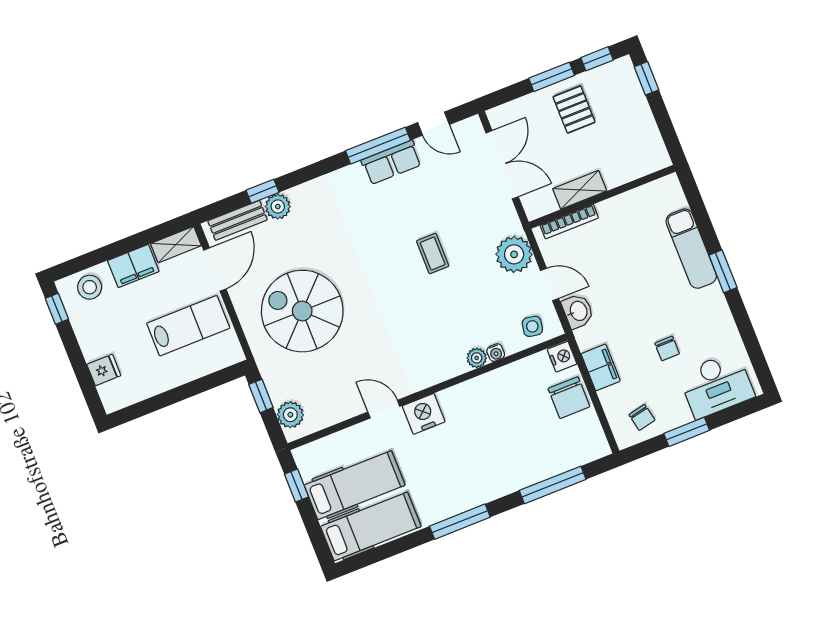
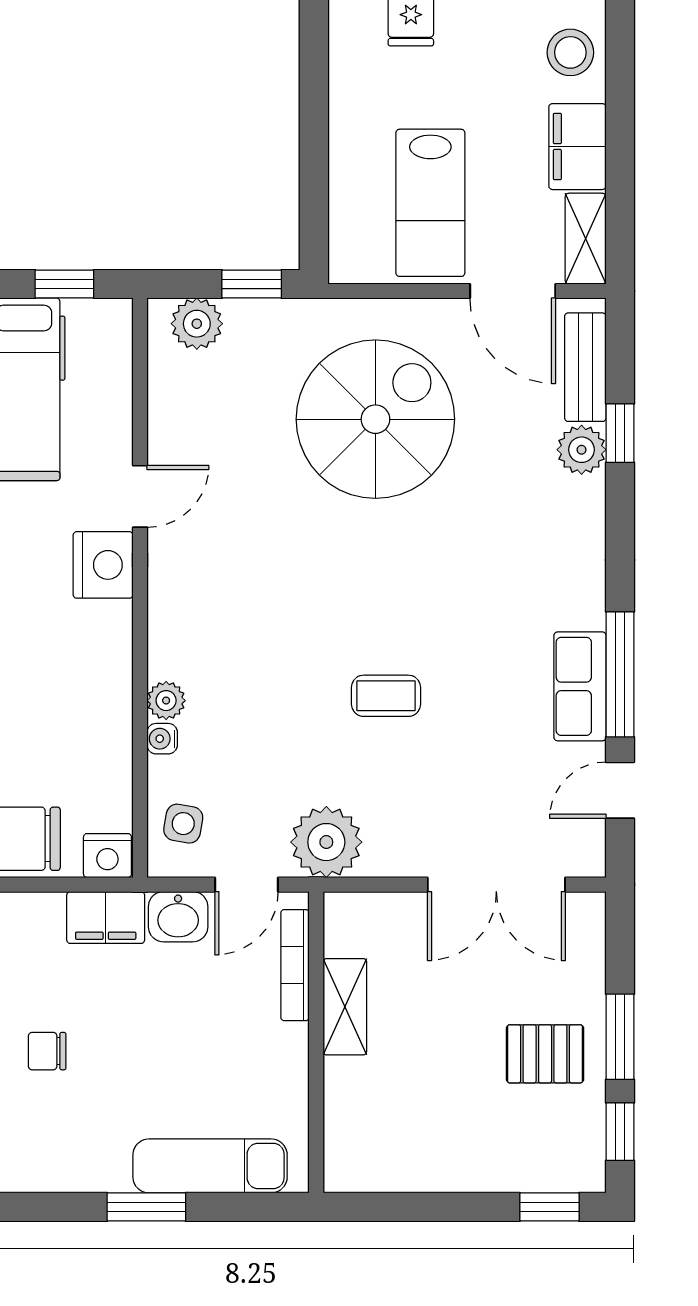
shelving: (580, 190) -> (345, 1007), moved
wall: (602, 197) -> (316, 1042), moved
bookcase: (569, 222) -> (295, 965), moved
filing cabinet: (601, 367) -> (106, 918), moved

